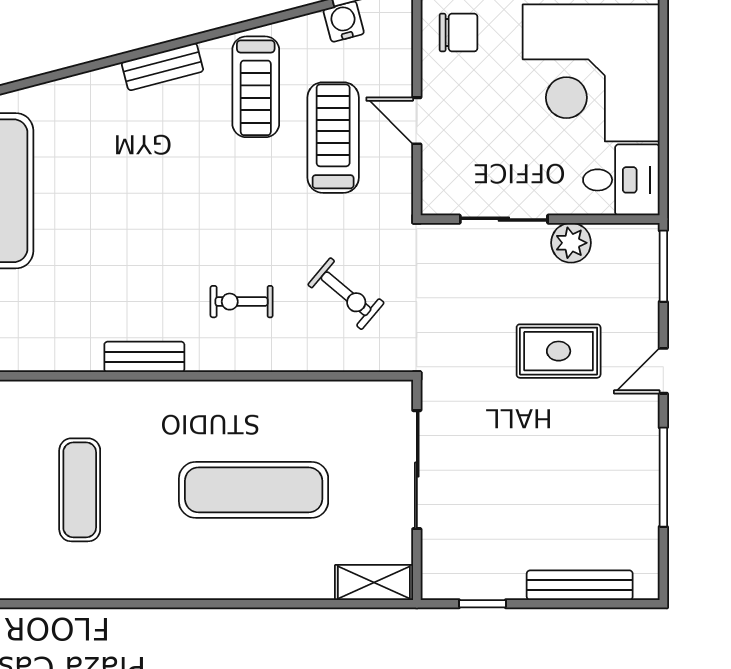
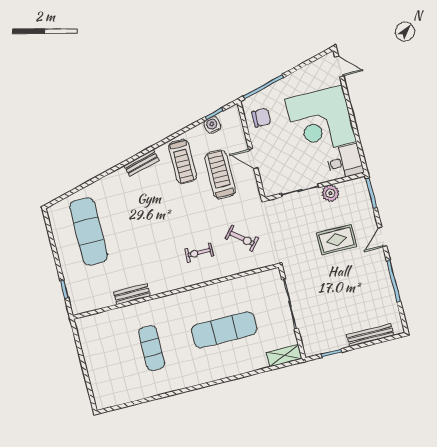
bench: (144, 357) -> (132, 294), moved

